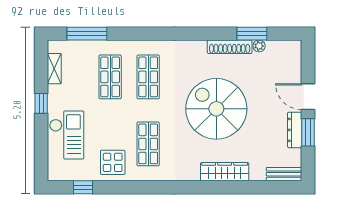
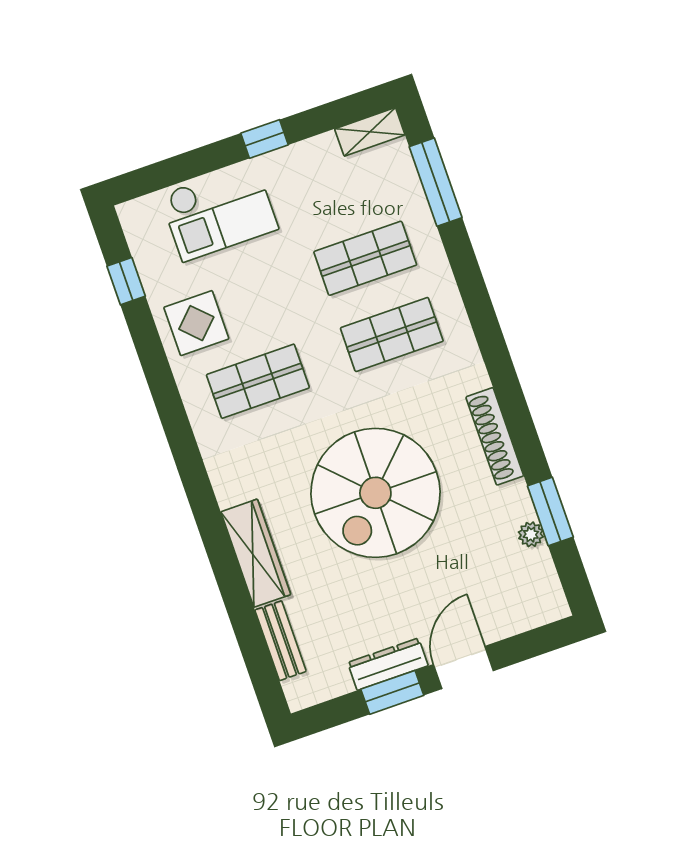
shoe rack: (230, 47) -> (495, 436), moved
shelving: (54, 69) -> (370, 132), moved
spiral stairs: (216, 109) -> (375, 493), turned 180
bench: (284, 174) -> (281, 641), moved

